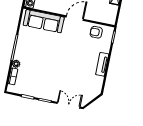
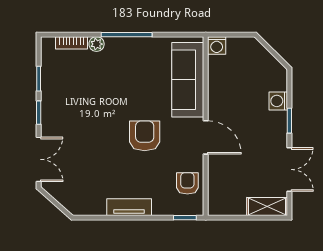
armchair: (68, 49) -> (145, 136), added

